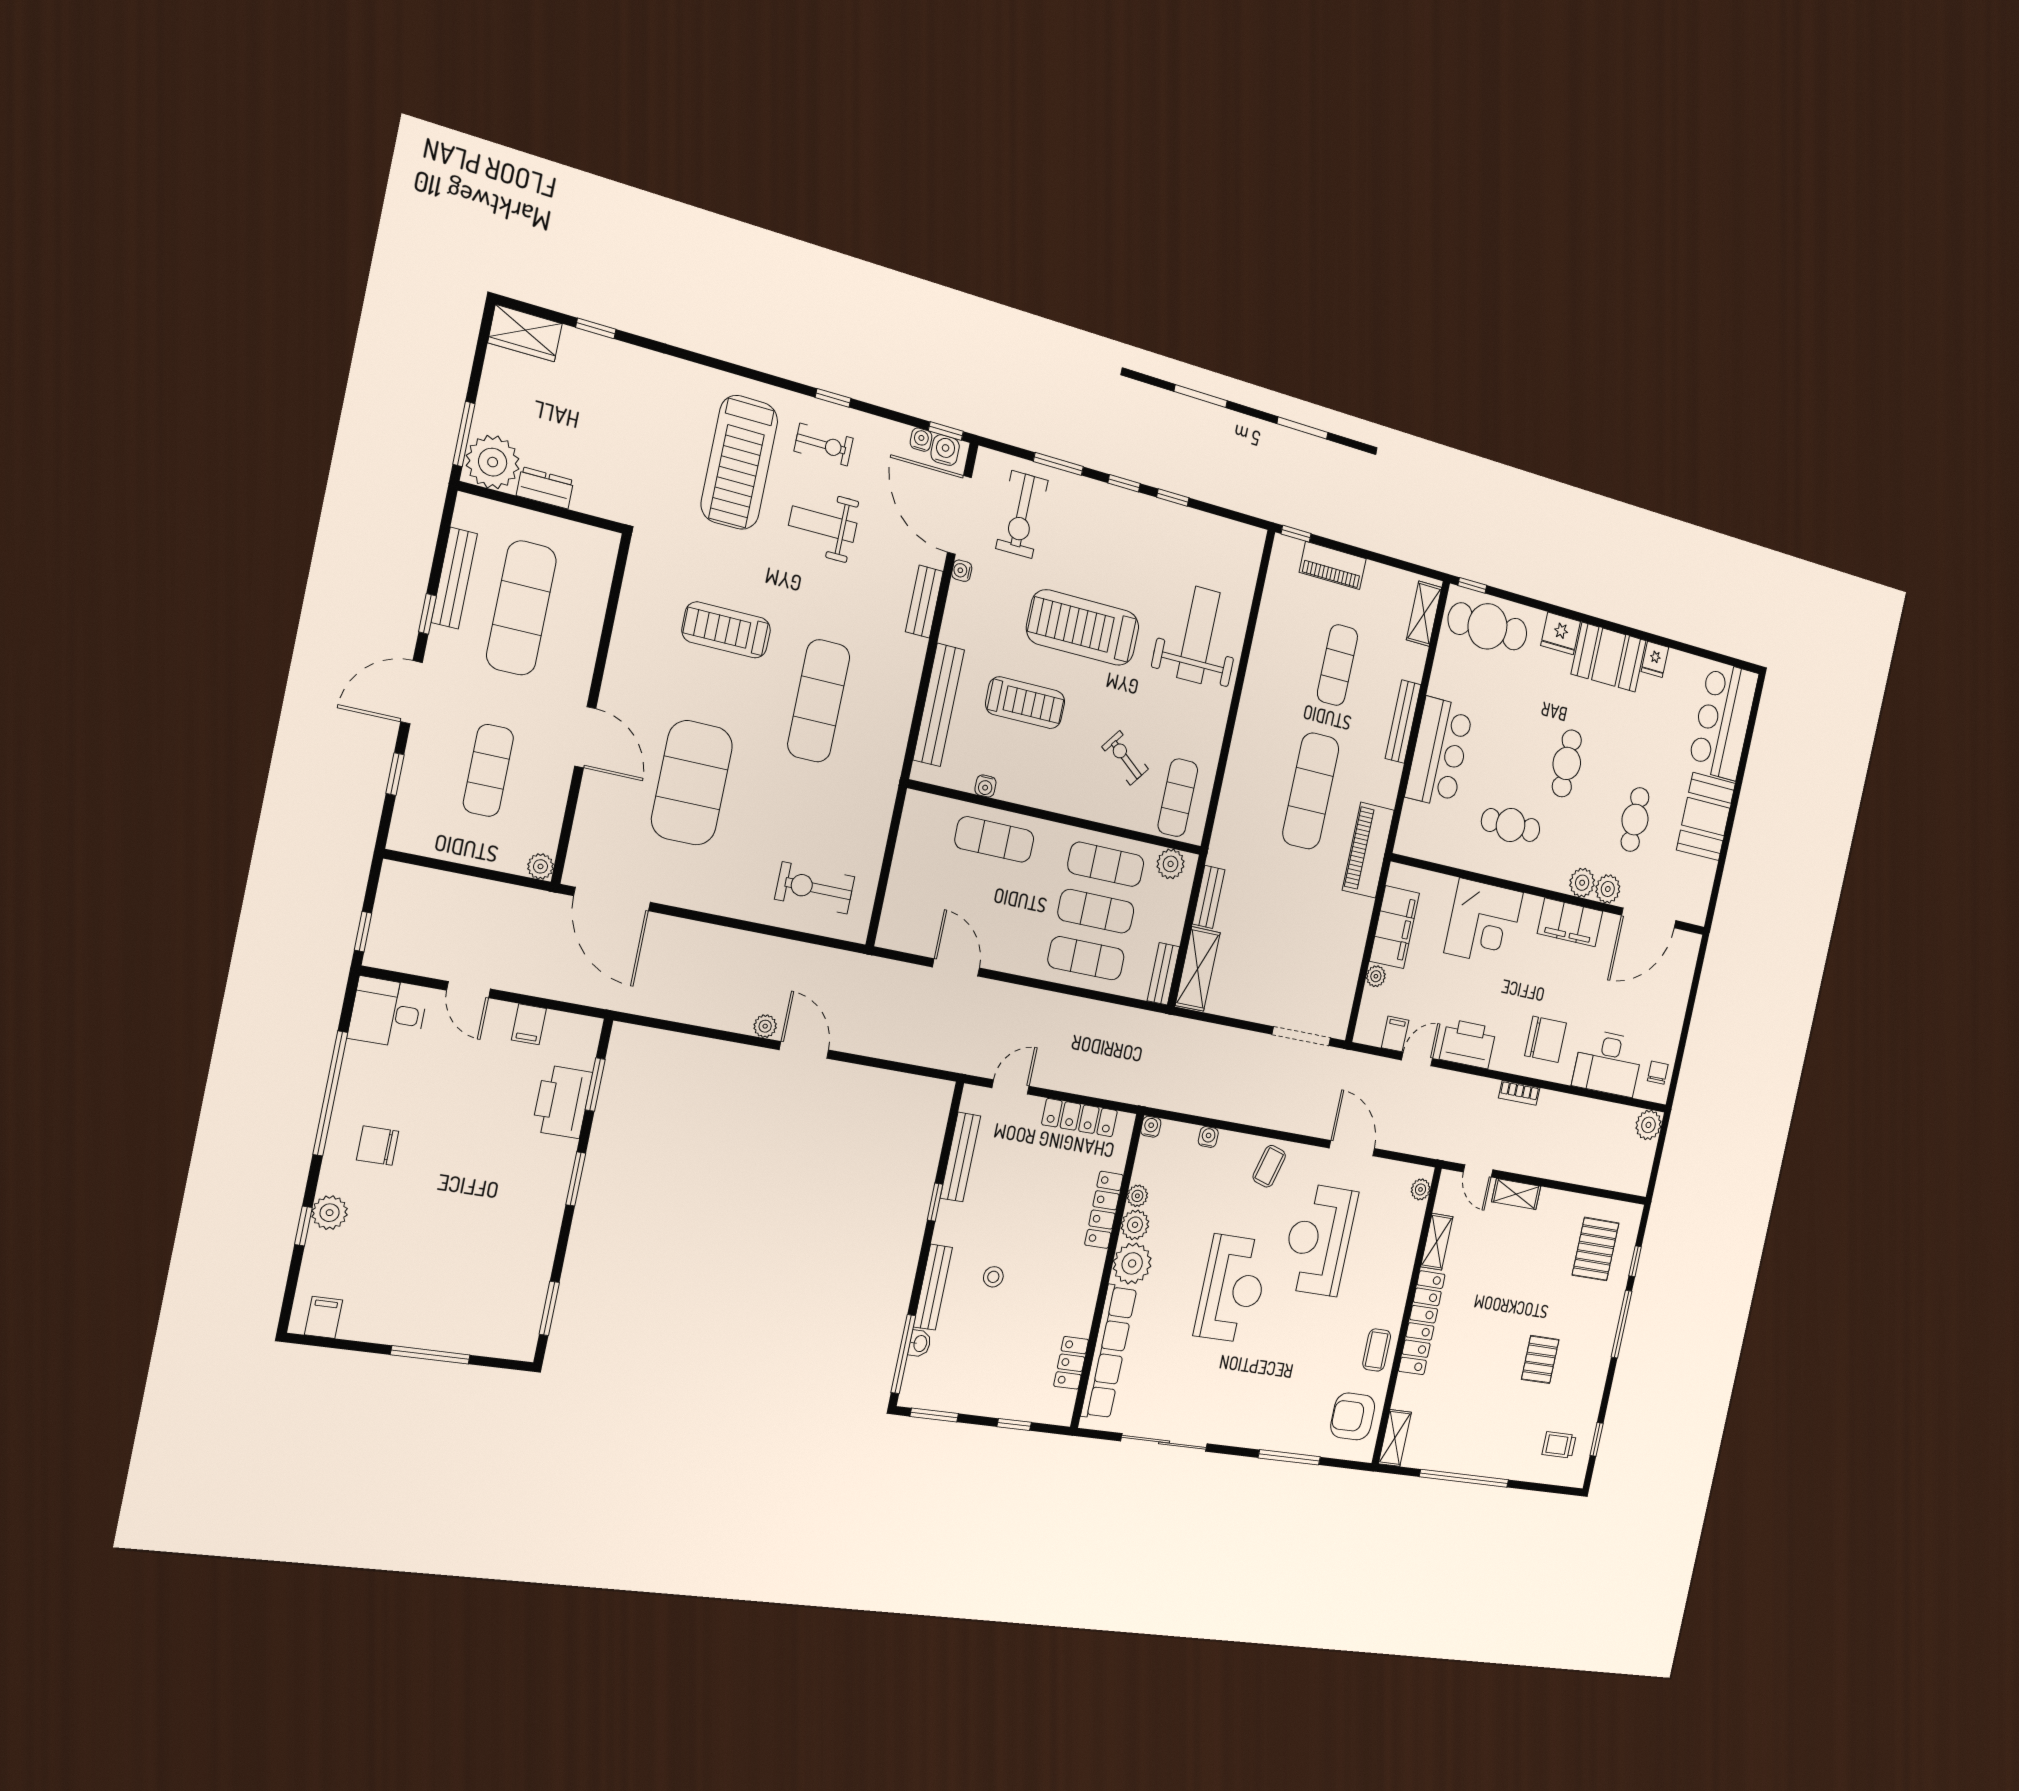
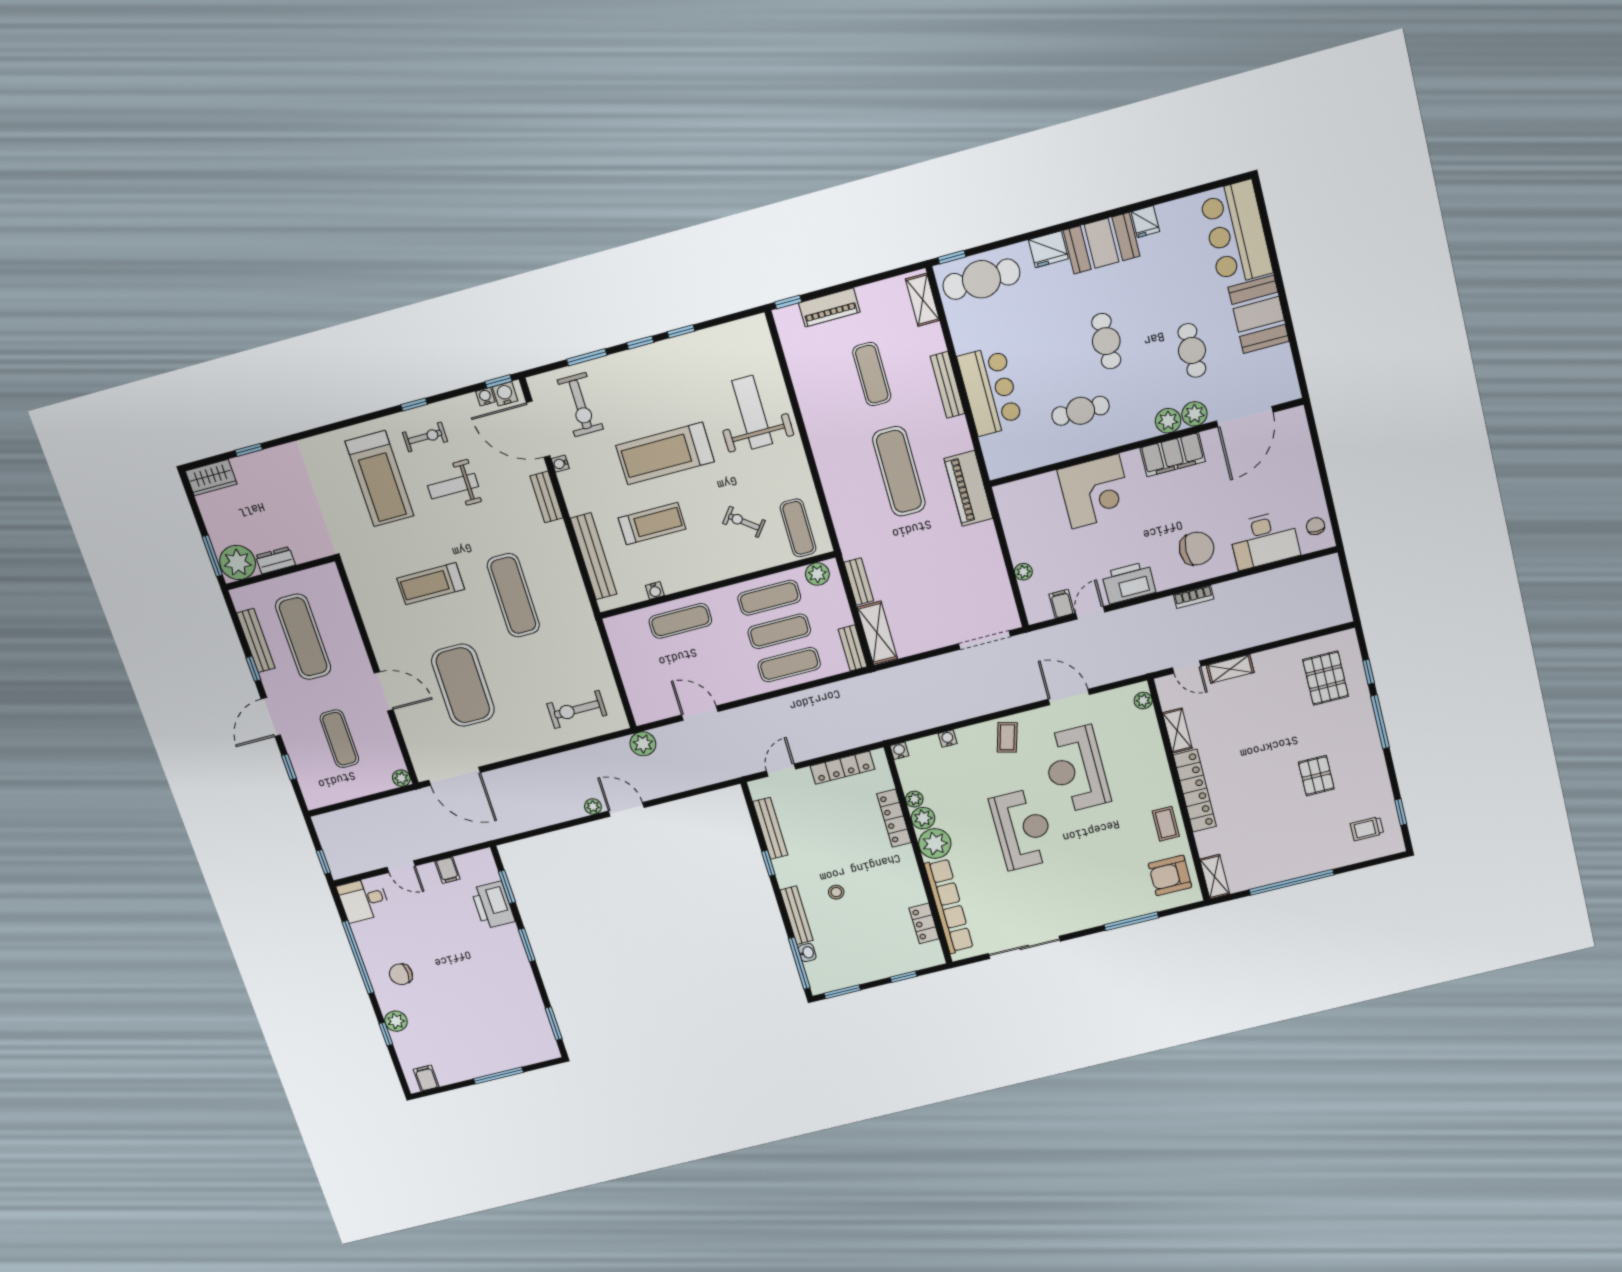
filing cabinet: (1394, 927) -> (1020, 531), removed
plant: (1648, 1125) -> (643, 744), moved

